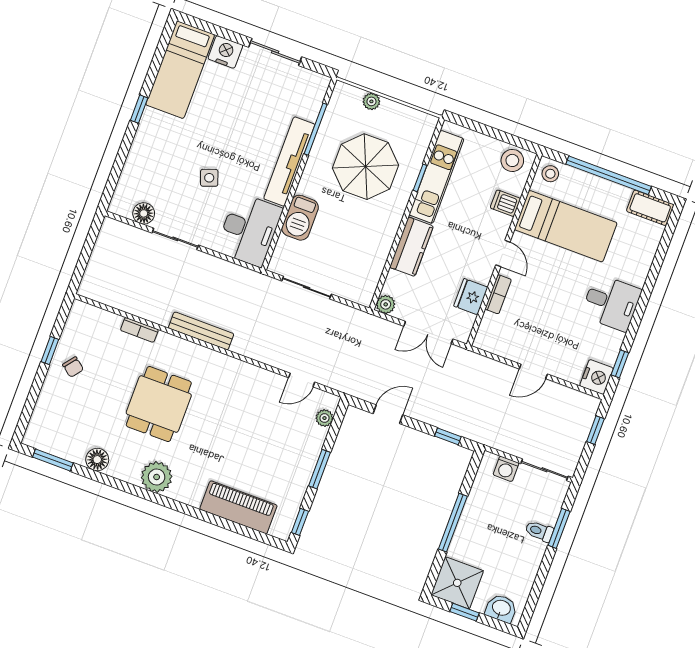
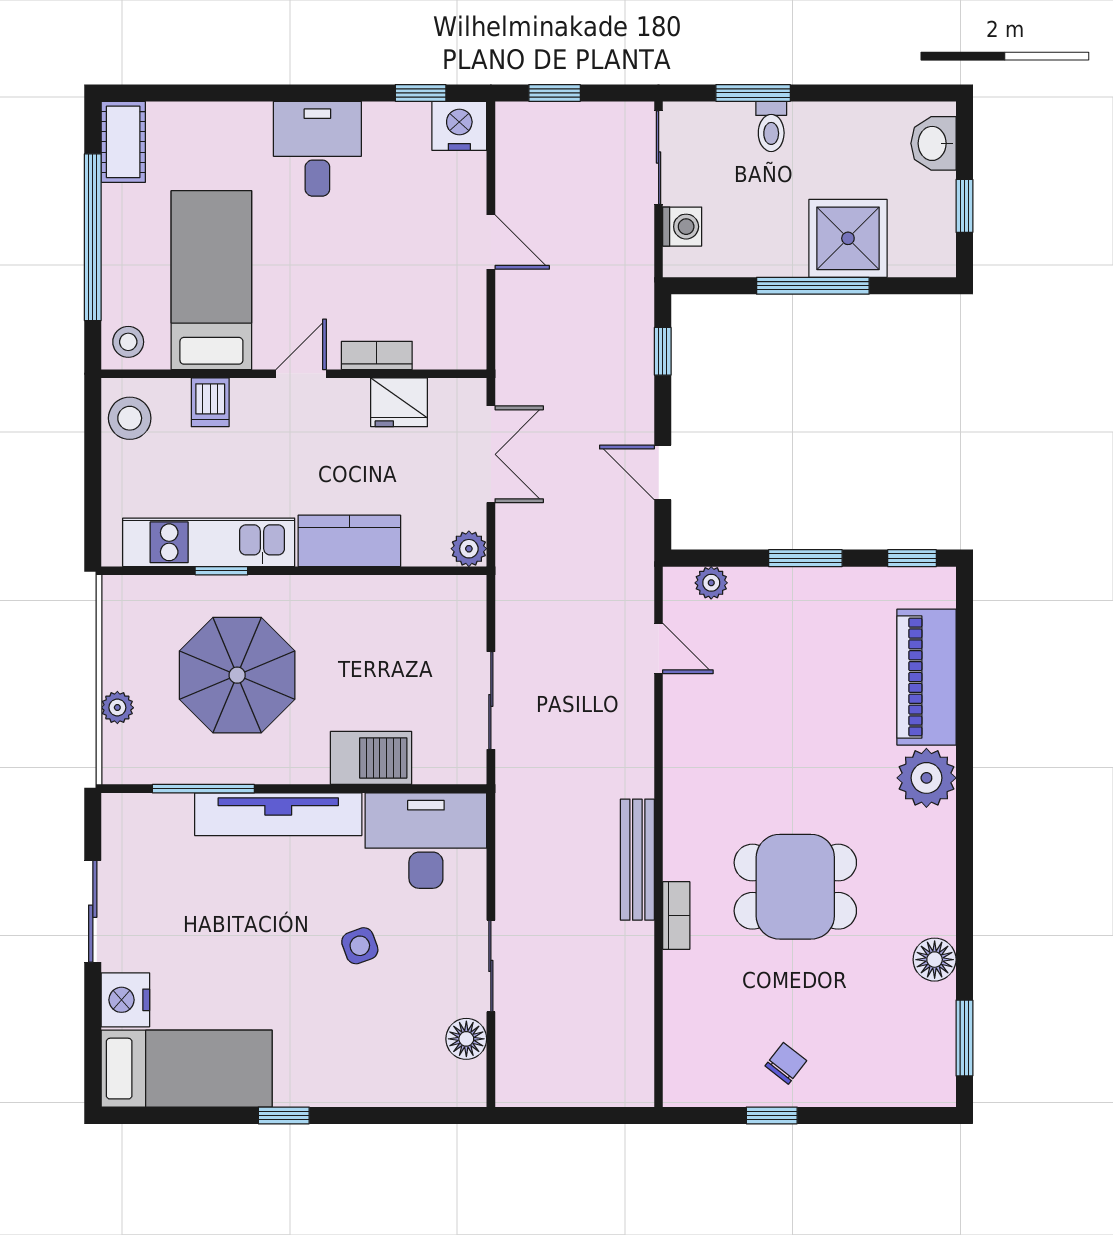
bookcase: (139, 330) -> (676, 916), moved
plant: (157, 477) -> (926, 778), moved
shower: (457, 583) -> (848, 238), moved

